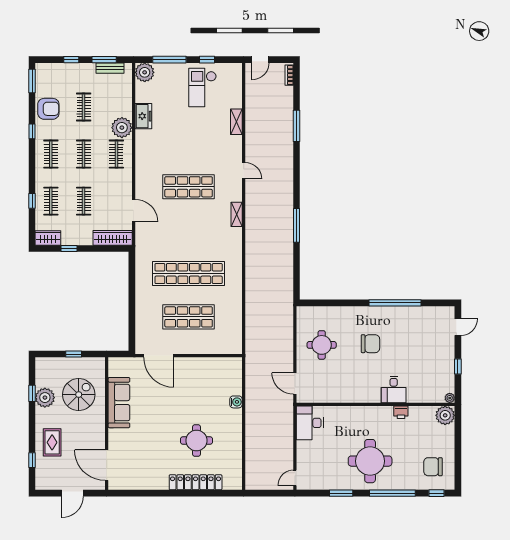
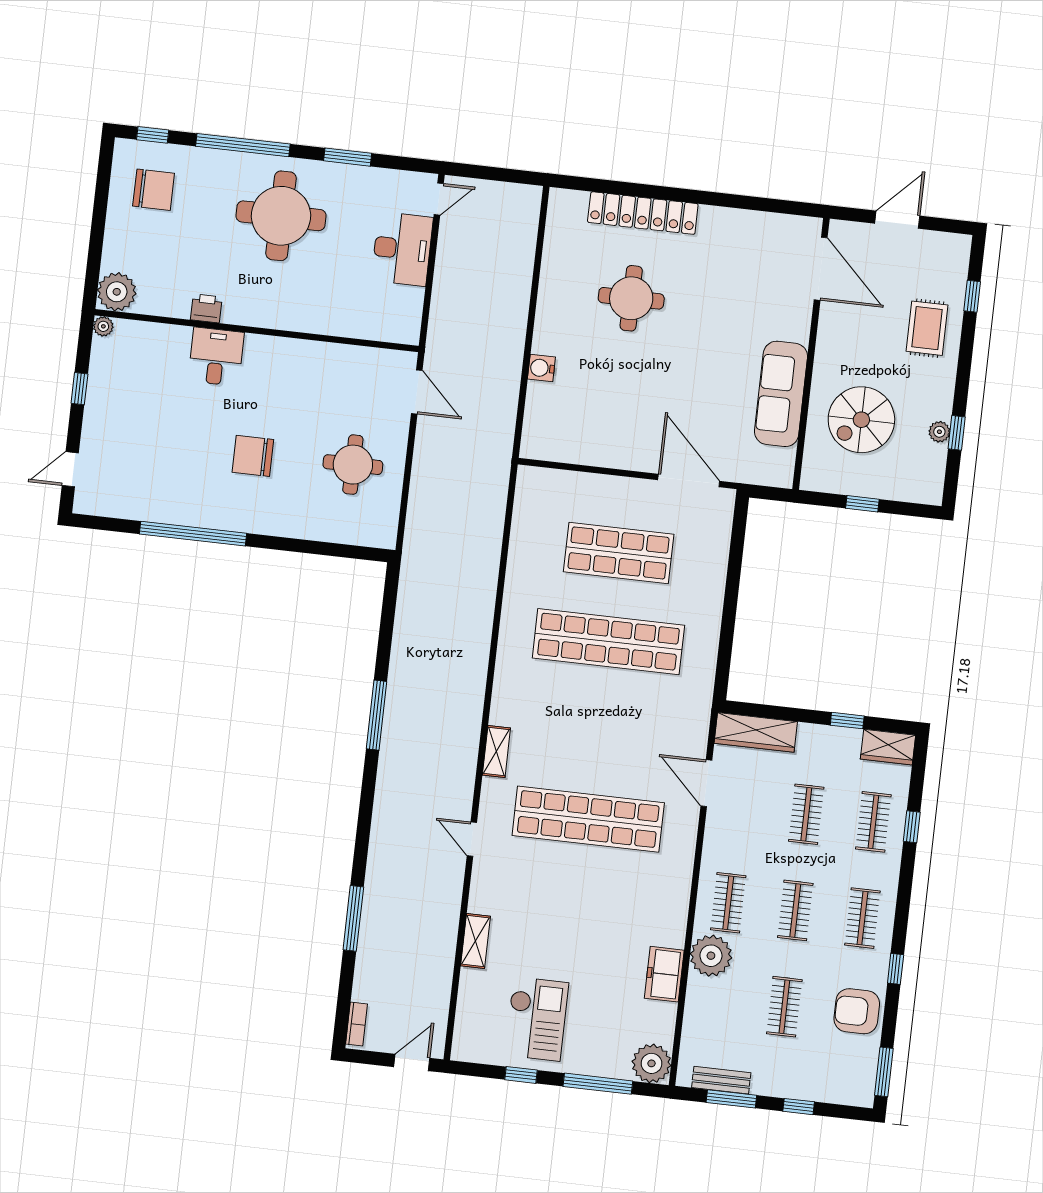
shop shelf: (189, 187) -> (588, 819), width x1.40
plant: (45, 398) -> (939, 432), width x0.53, depth x0.53
desk: (310, 423) -> (402, 249), moved

